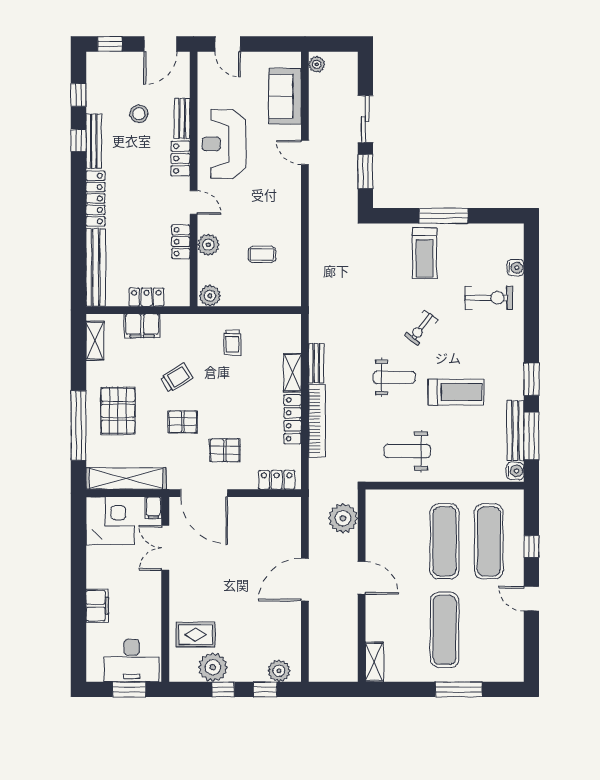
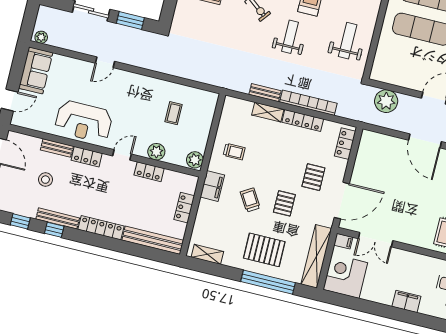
sofa: (285, 96) -> (36, 70), moved, turned -90
filing cabinet: (142, 326) -> (212, 186), moved
weight bench: (407, 451) -> (348, 41), turned 180

